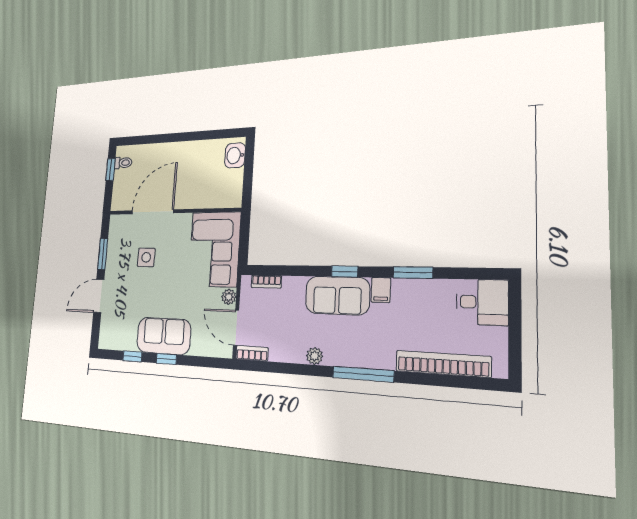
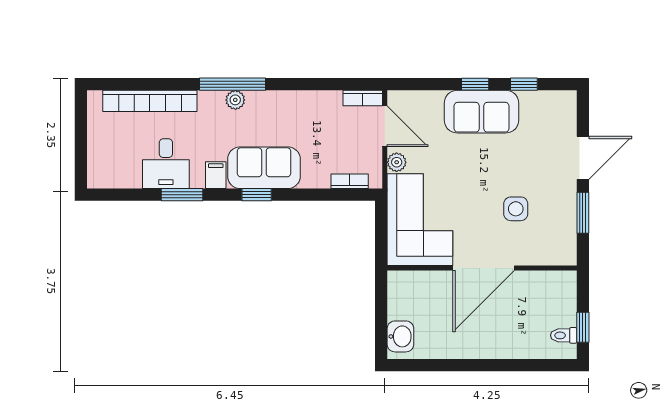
door: (153, 212) -> (484, 268), moved
desk: (482, 302) -> (166, 164), moved, turned -90
plant: (315, 356) -> (235, 100), moved

